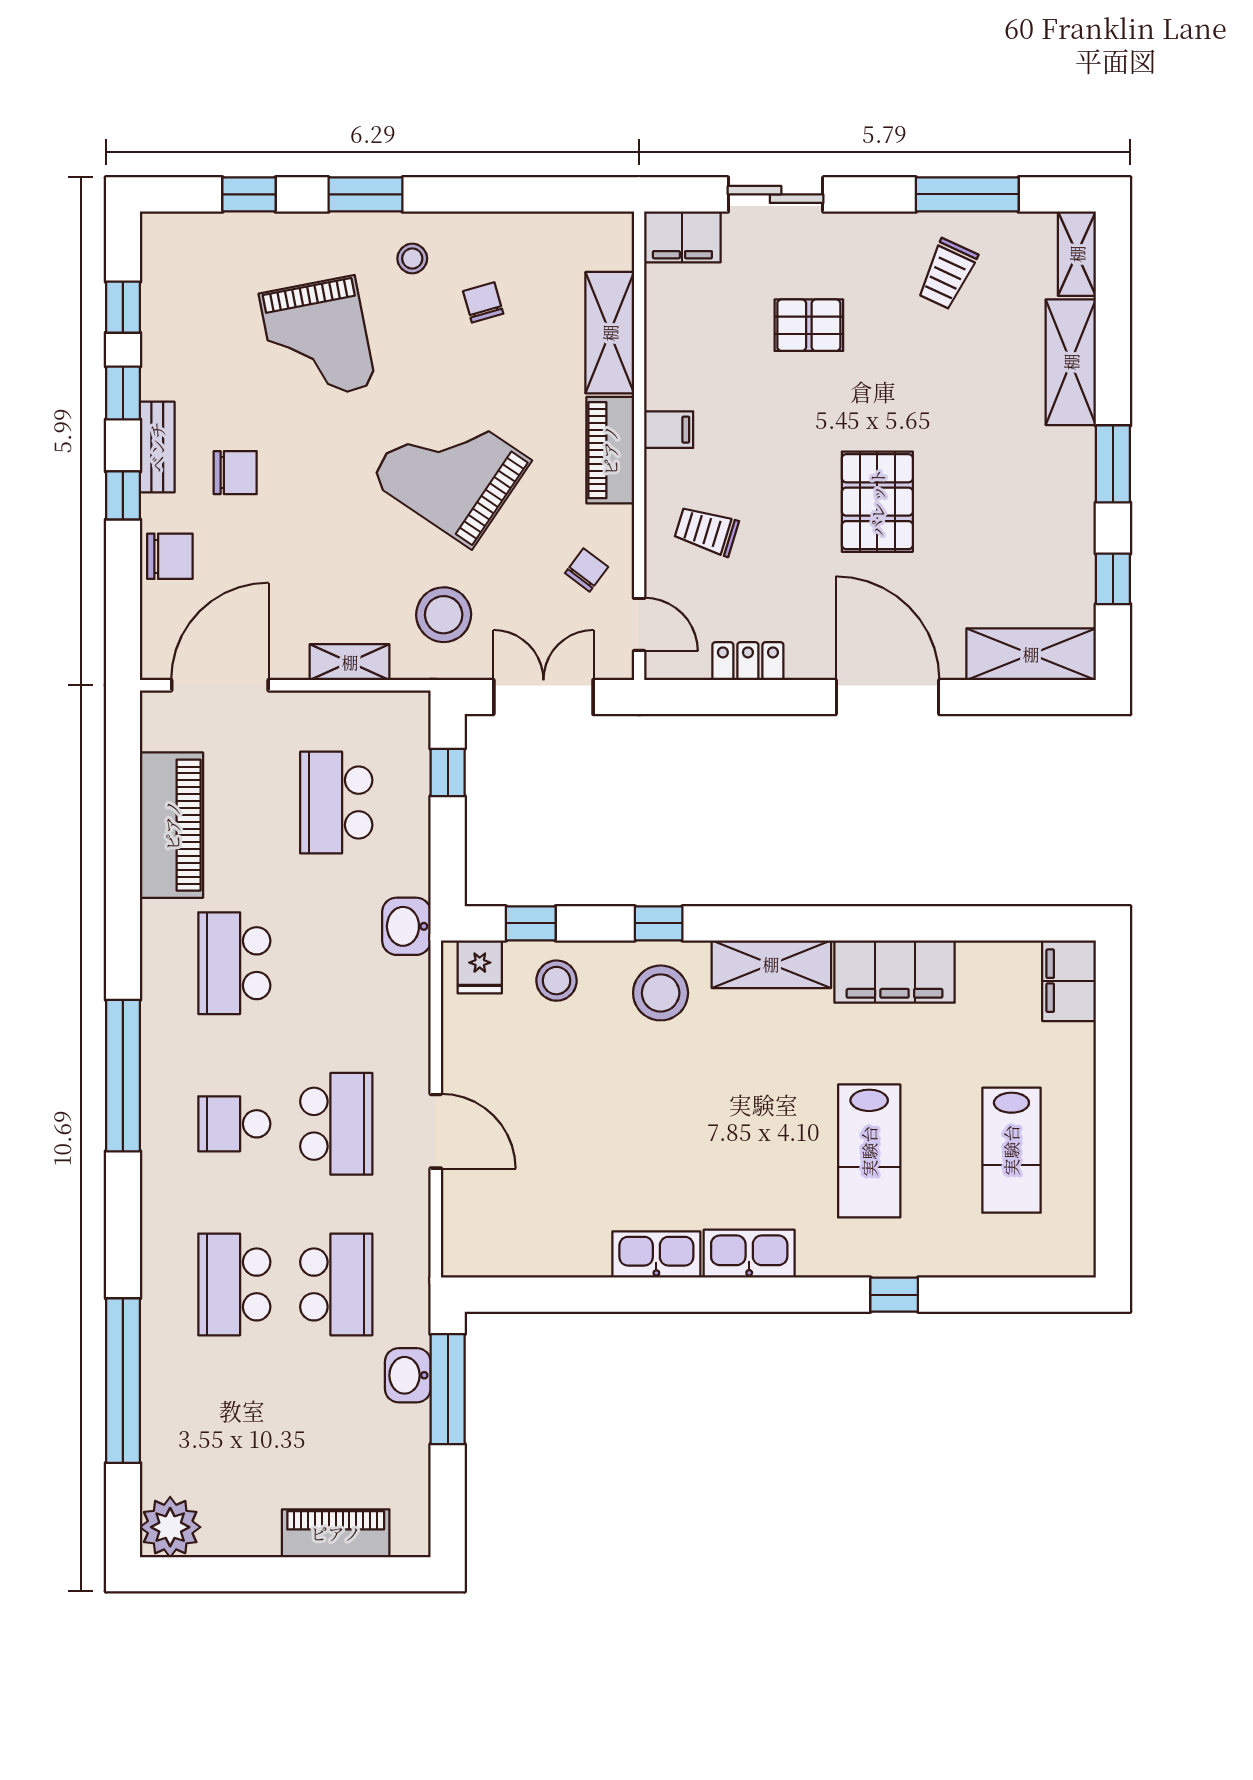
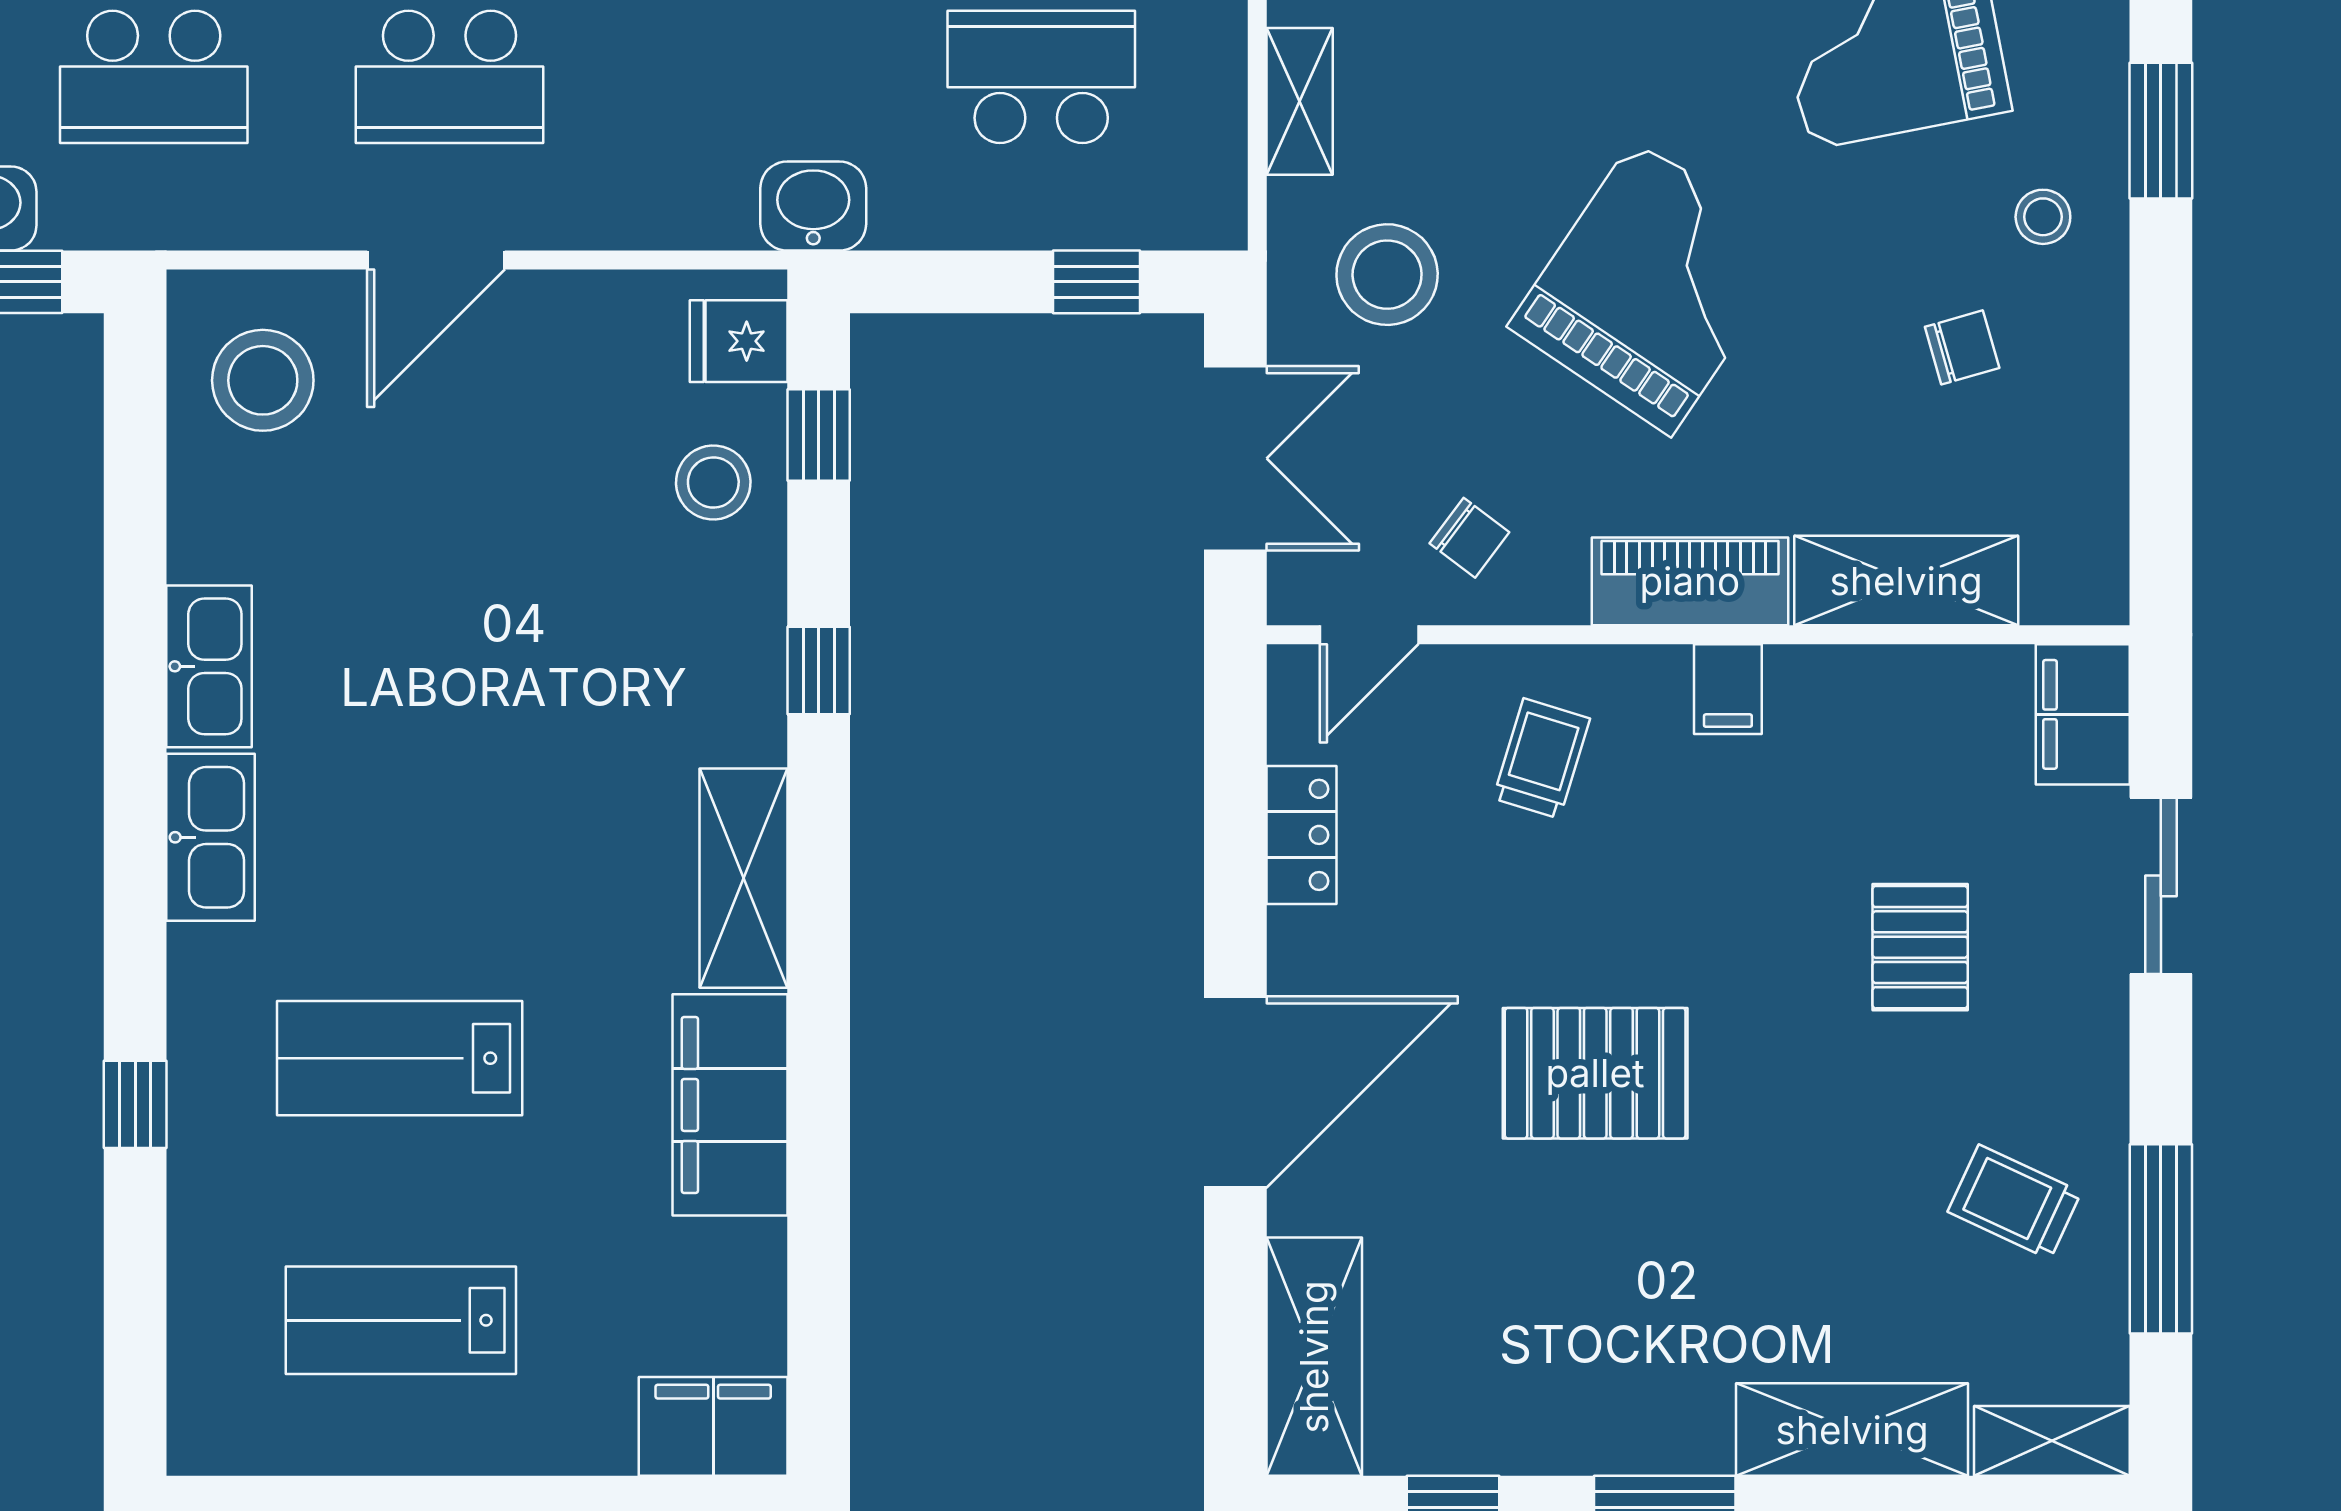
stool: (661, 993) -> (263, 380), moved

